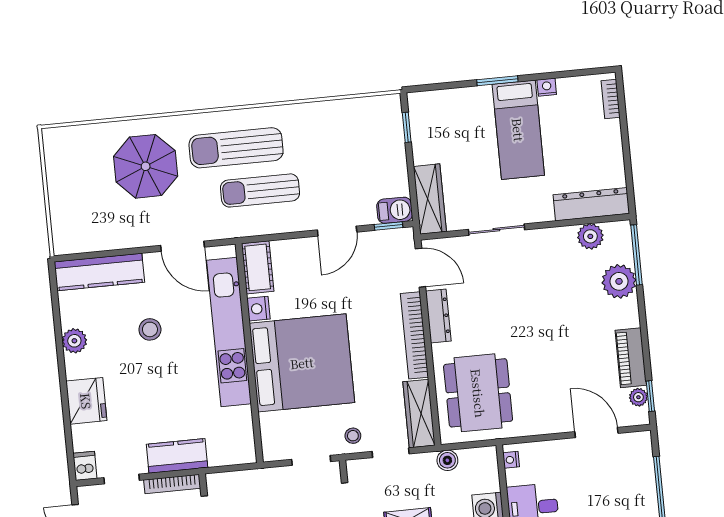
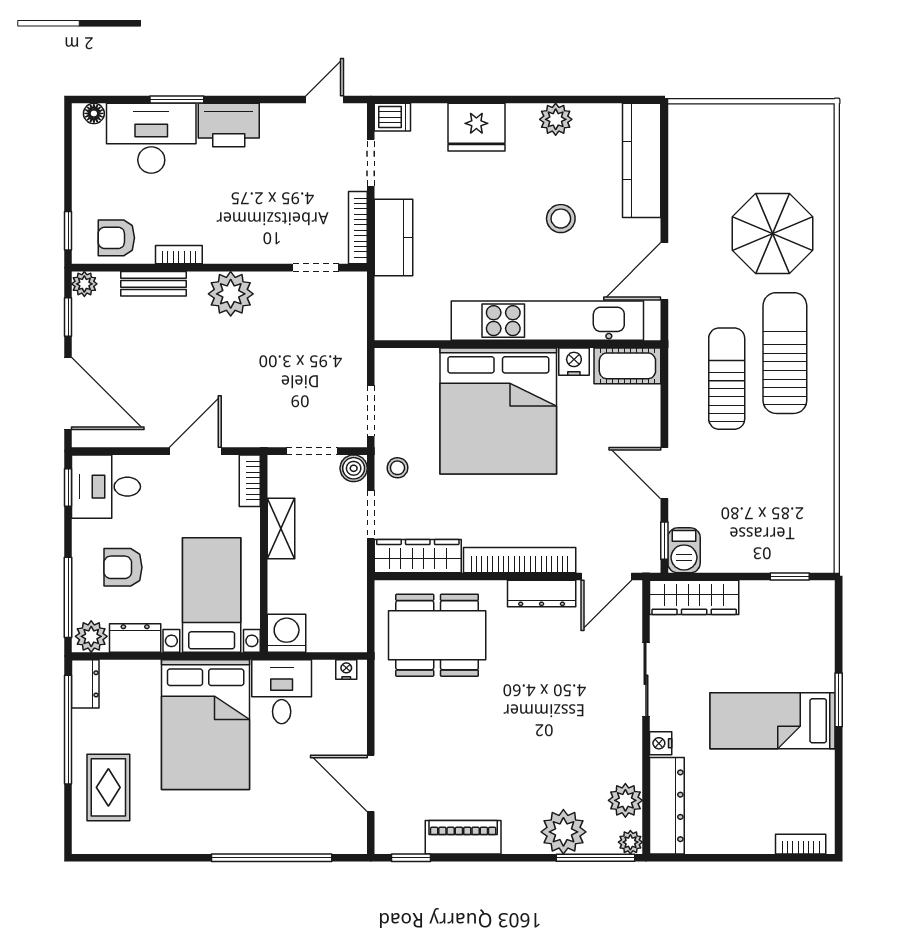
nightstand: (547, 87) -> (661, 743), moved, turned 180
plant: (638, 397) -> (630, 842), moved
door: (596, 432) -> (371, 783), swing flipped
boiler: (447, 460) -> (354, 468), moved

